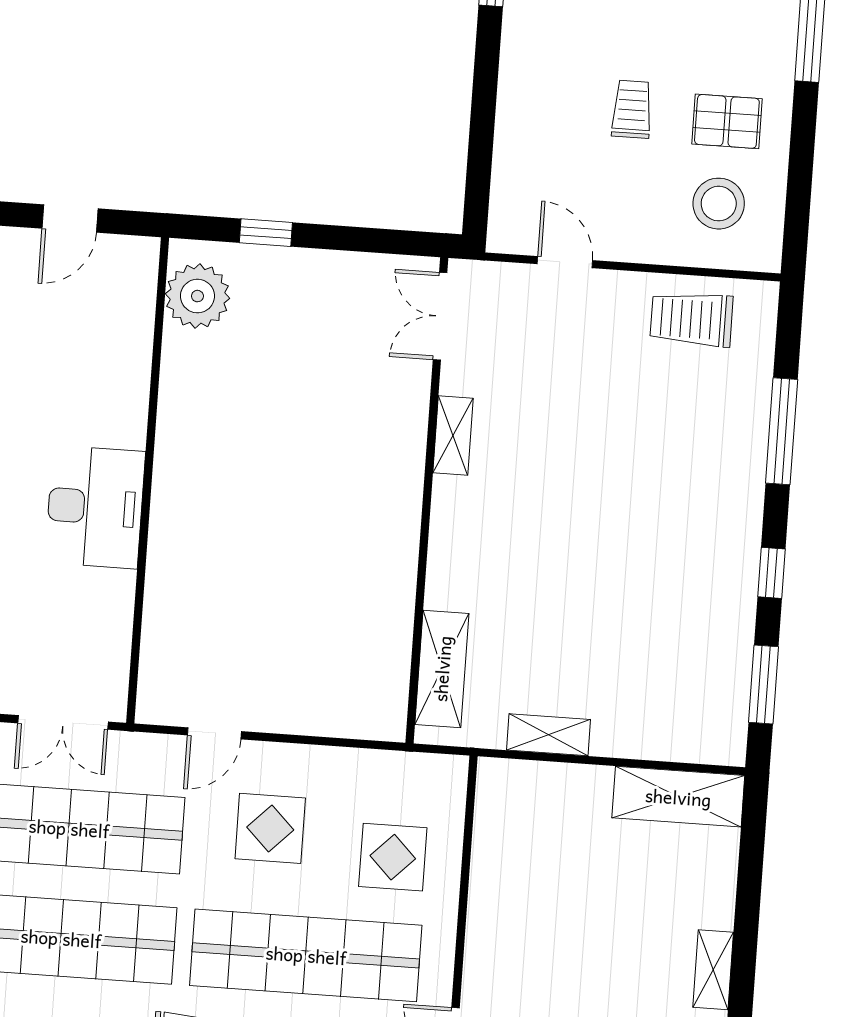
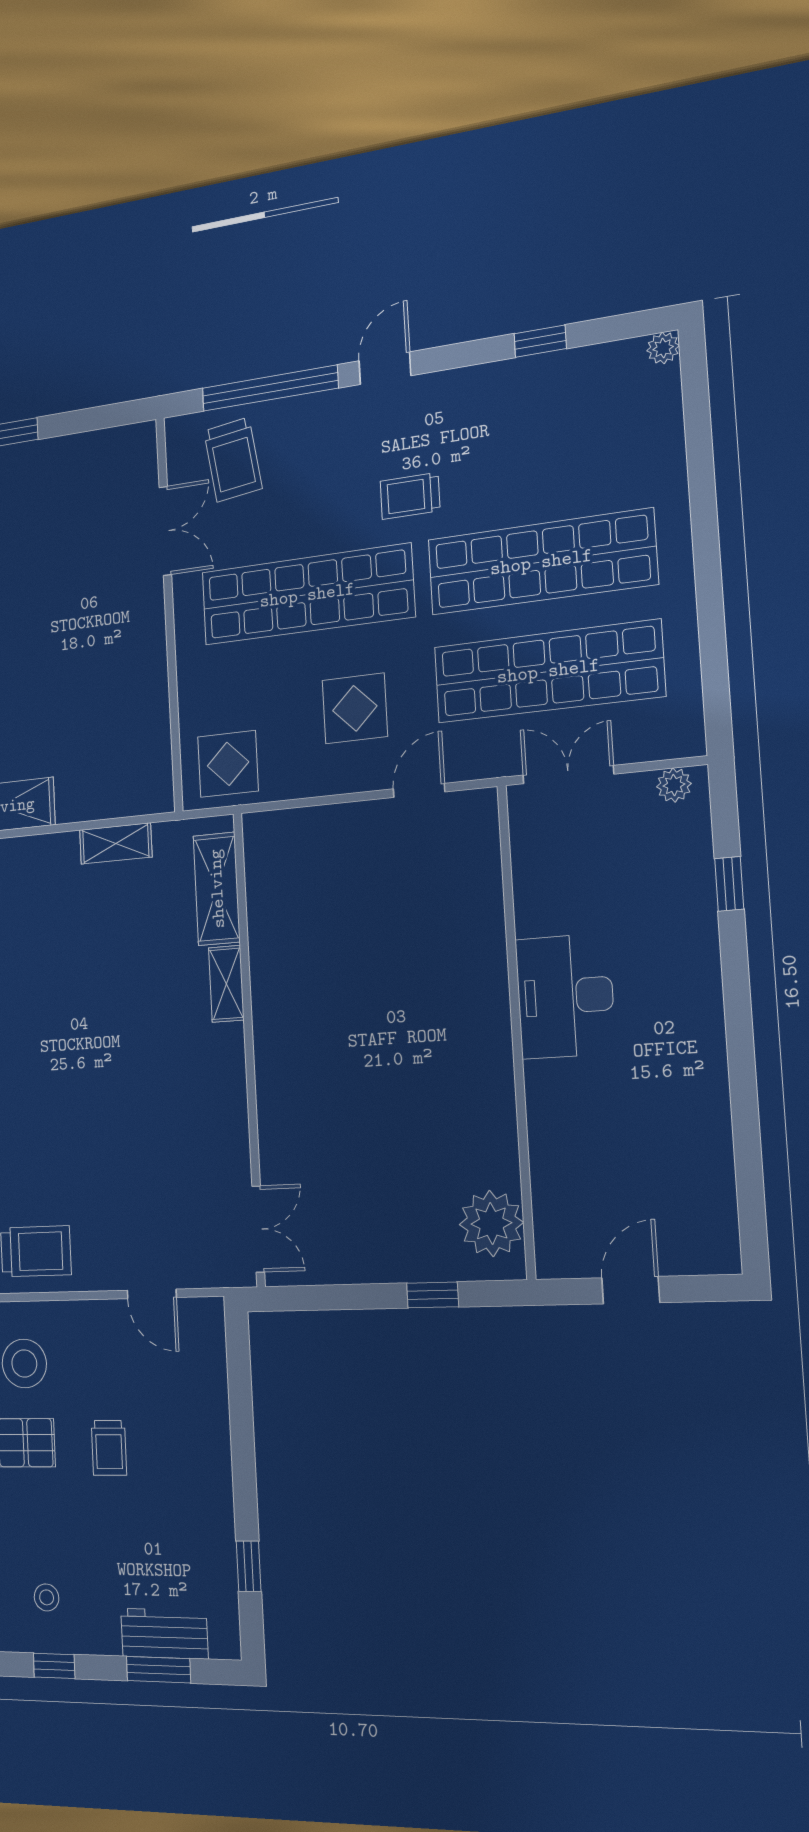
shelving: (453, 435) -> (226, 984), moved
display table: (393, 857) -> (228, 764), moved

